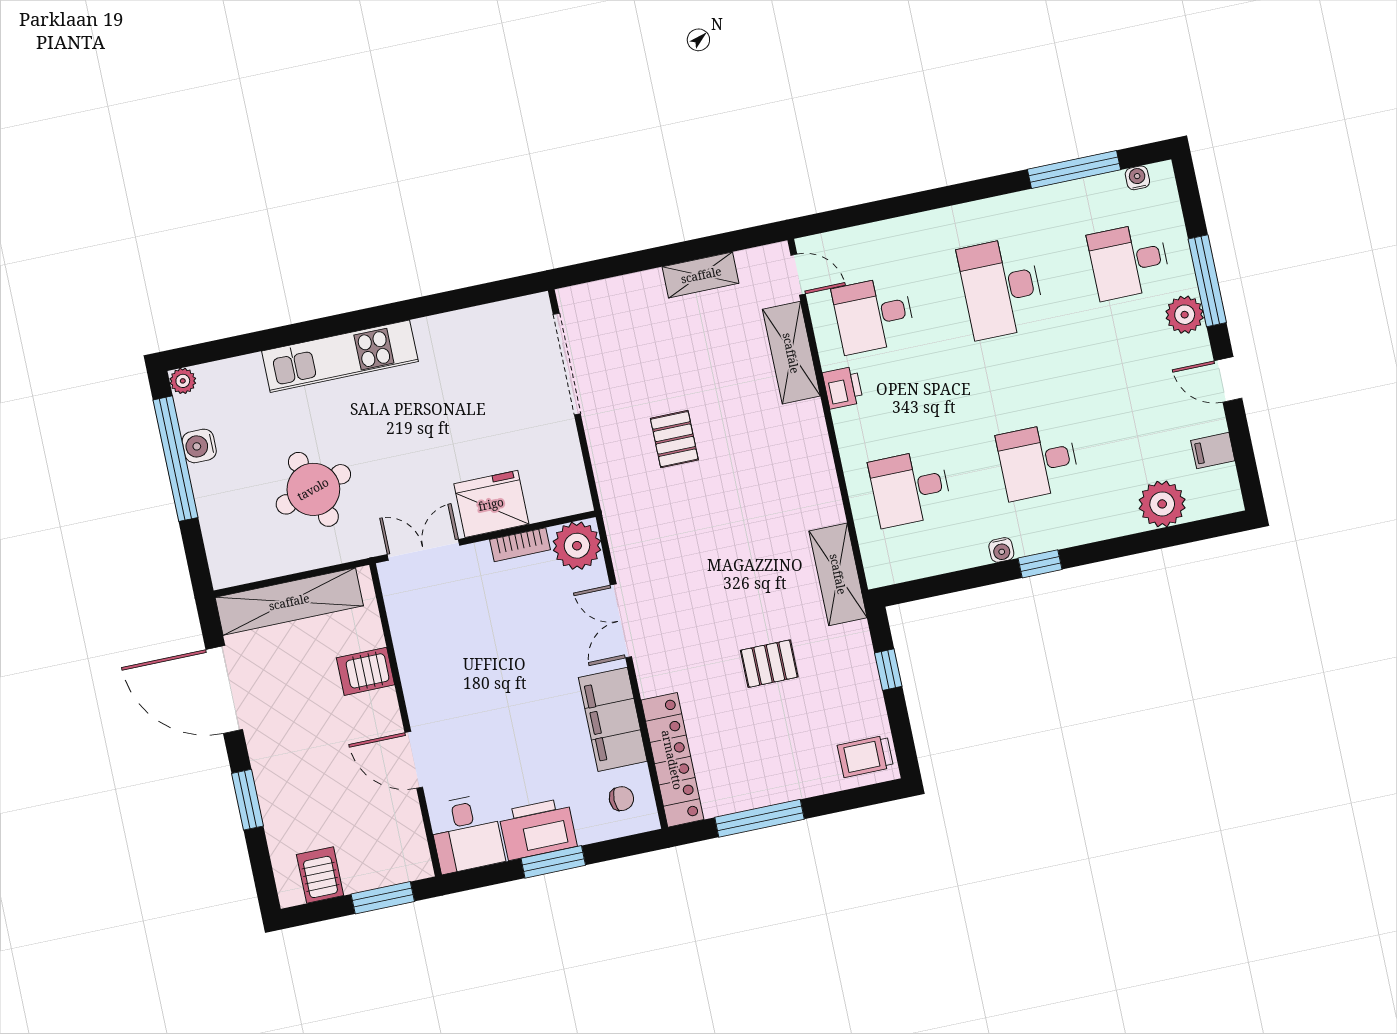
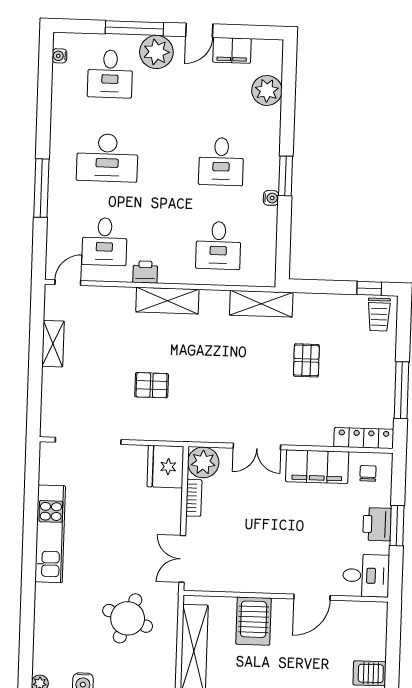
window: (1074, 169) -> (41, 188), moved
plant: (1185, 315) -> (156, 52), width x1.36, depth x1.36
shelving: (791, 353) -> (167, 301), moved
kitchen unit: (340, 356) -> (50, 534), moved
filing cabinet: (1213, 451) -> (232, 50), width x2.00
round table: (313, 489) -> (128, 618), turned 38
fridge: (491, 504) -> (165, 467), moved
window: (1040, 564) -> (286, 176), width x1.50
window: (888, 670) -> (369, 288), moved
server rack: (365, 671) -> (253, 621), width x1.36, depth x1.44
locker: (672, 760) -> (364, 438), width x0.71, depth x0.83
printer: (538, 829) -> (377, 524), width x0.73, depth x0.84
window: (383, 898) -> (393, 638), removed

